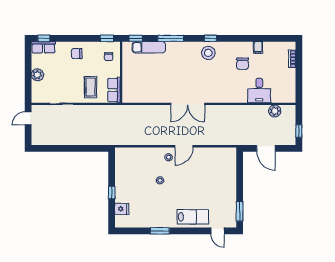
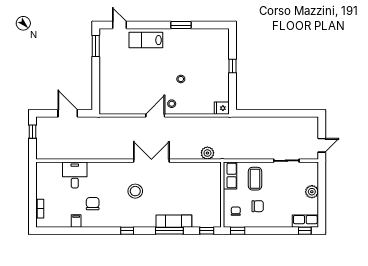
exam couch: (149, 47) -> (174, 221), moved
stool: (208, 53) -> (135, 191), moved
chair: (77, 54) -> (258, 206), moved
plant: (275, 111) -> (207, 153), moved
fridge: (122, 209) -> (222, 108), moved

